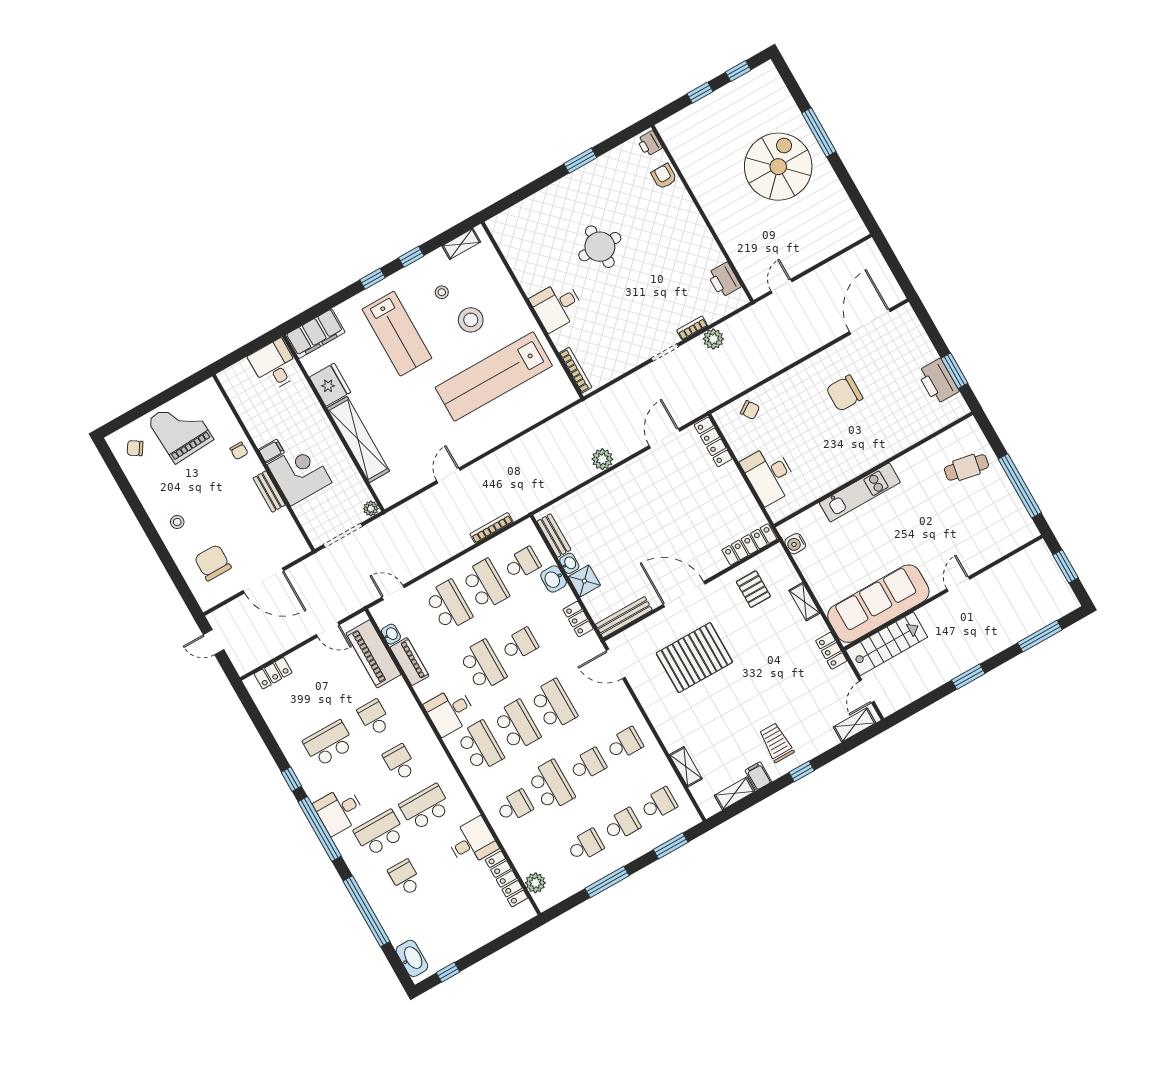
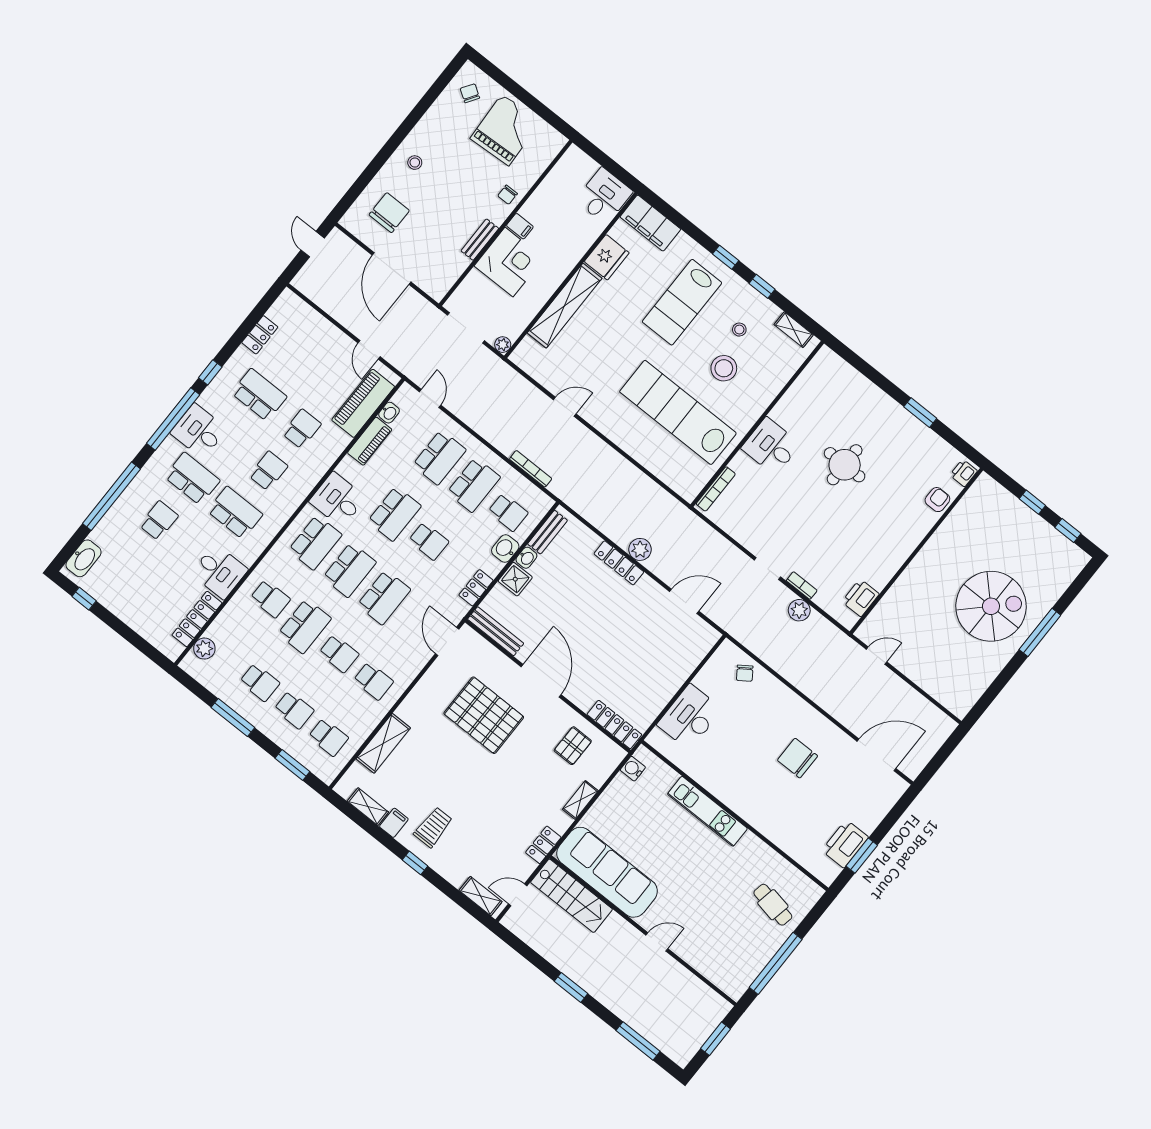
locker: (713, 442) -> (619, 563), moved, turned -90
locker: (273, 673) -> (260, 335), moved, turned -90
shelving: (686, 767) -> (383, 743), width x1.50, depth x1.33

